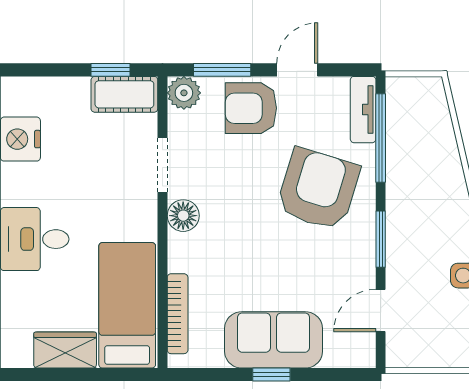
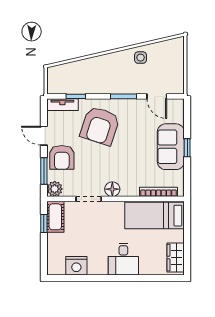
window: (381, 138) -> (76, 96), width x0.46
armchair: (318, 189) -> (100, 126), turned -89
wardrobe: (65, 350) -> (176, 258), moved

